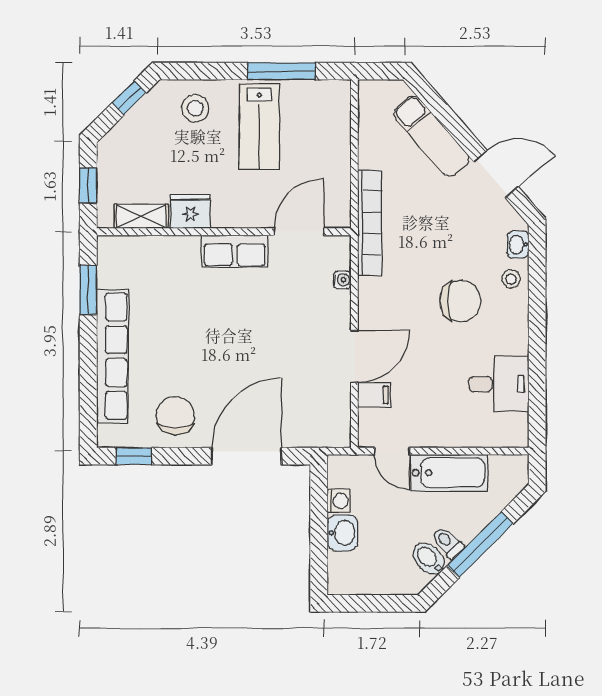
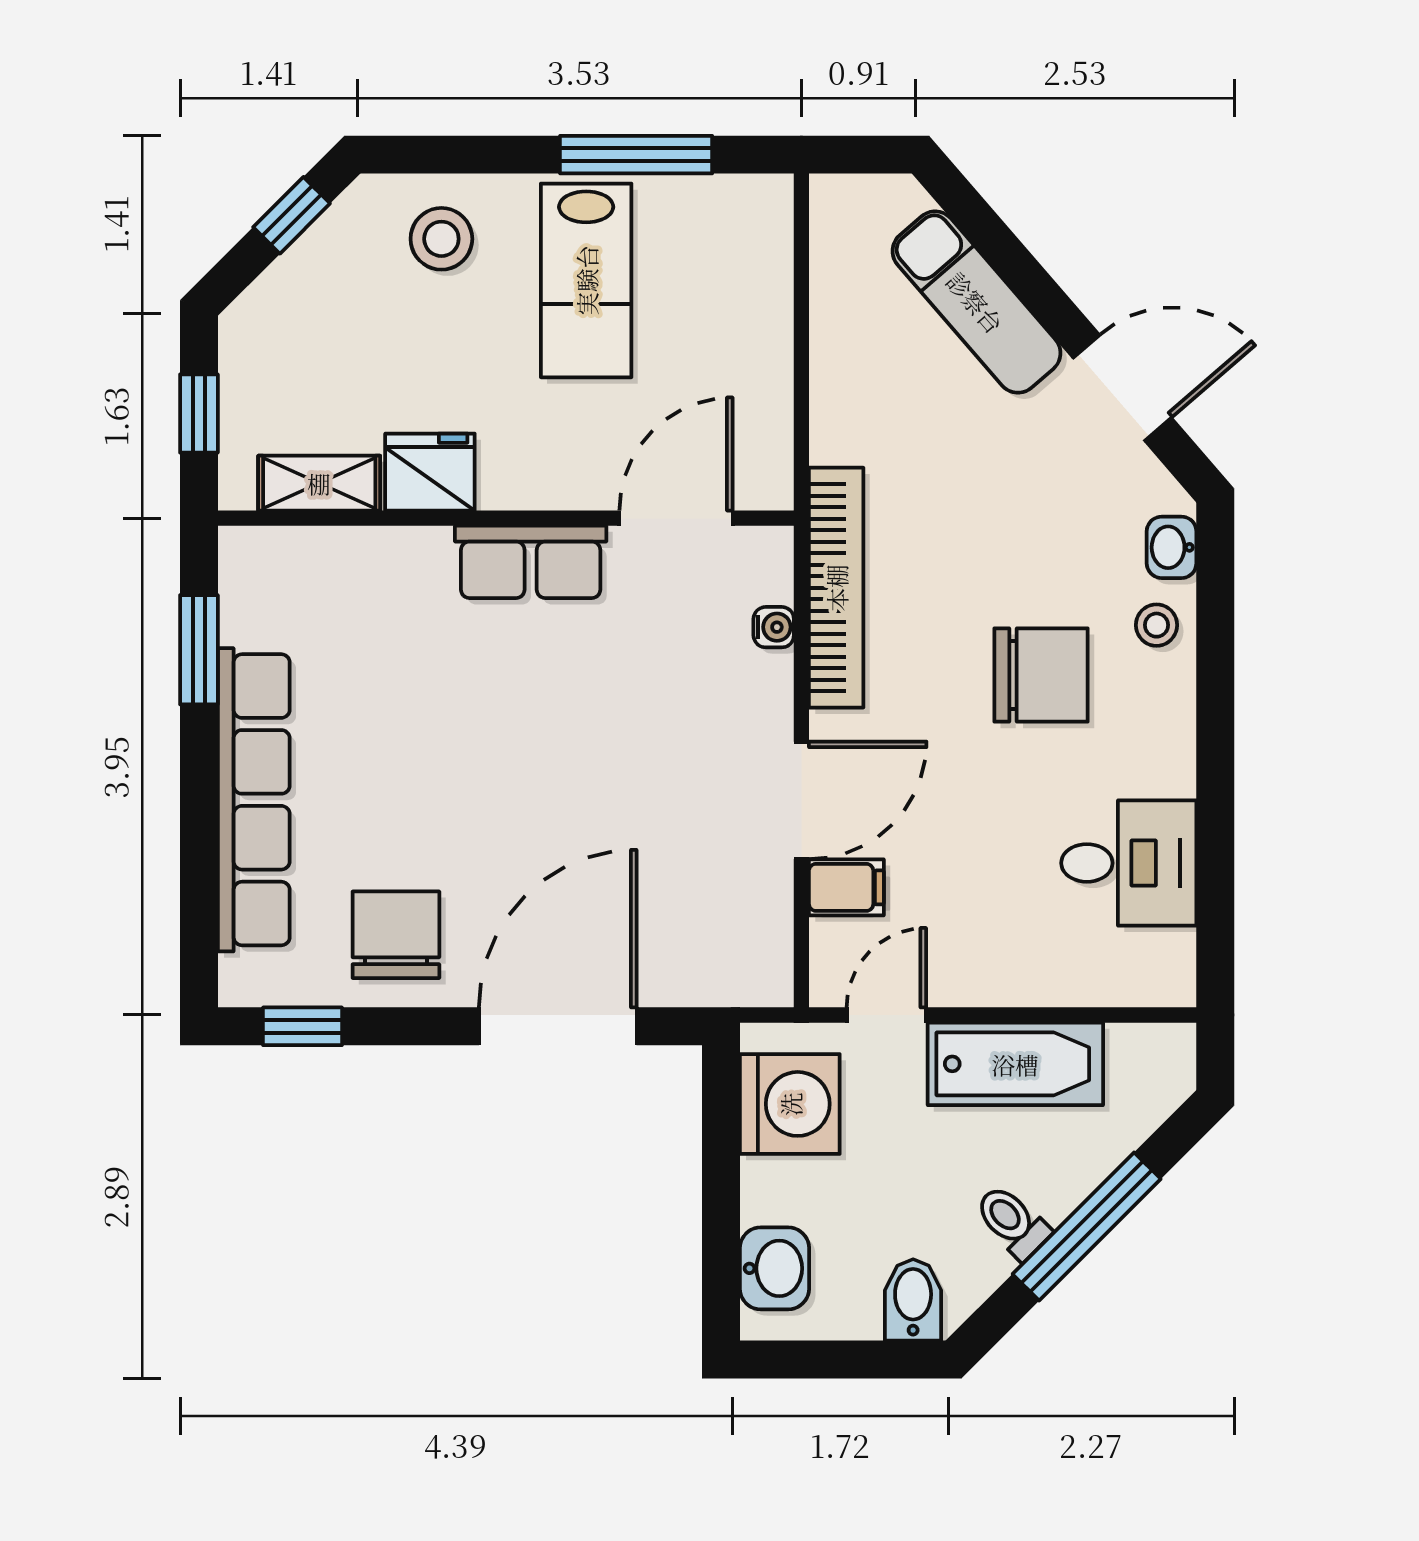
bookcase: (370, 223) -> (836, 588), moved
door: (392, 451) -> (886, 1015), swing flipped
washing machine: (339, 501) -> (790, 1104), width x1.89, depth x1.89
washbasin: (342, 533) -> (774, 1268), moved
bidet: (429, 559) -> (913, 1300), moved, turned 45

